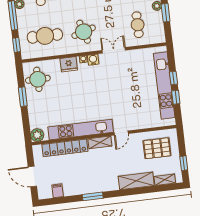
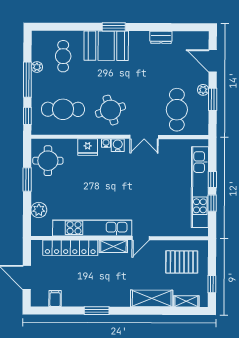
cafe table: (138, 25) -> (177, 110), width x1.37, depth x1.35
double door: (114, 50) -> (144, 137), swing flipped
plant: (37, 135) -> (39, 210), moved

